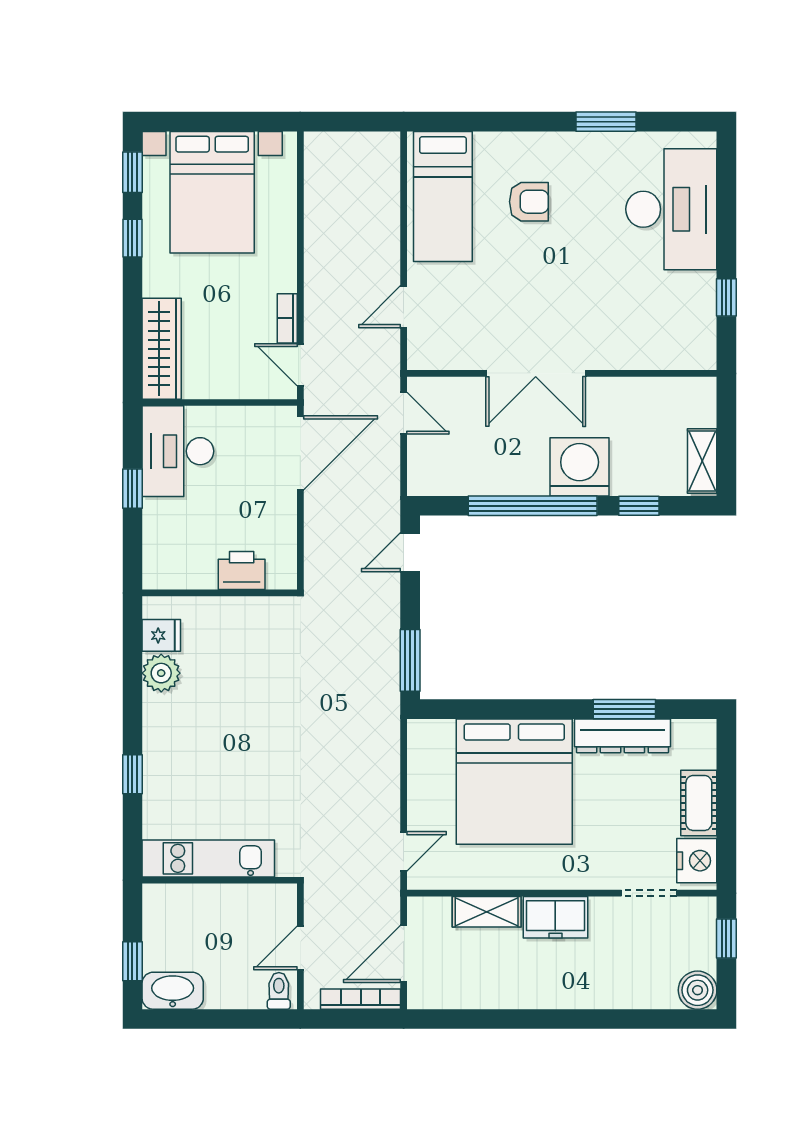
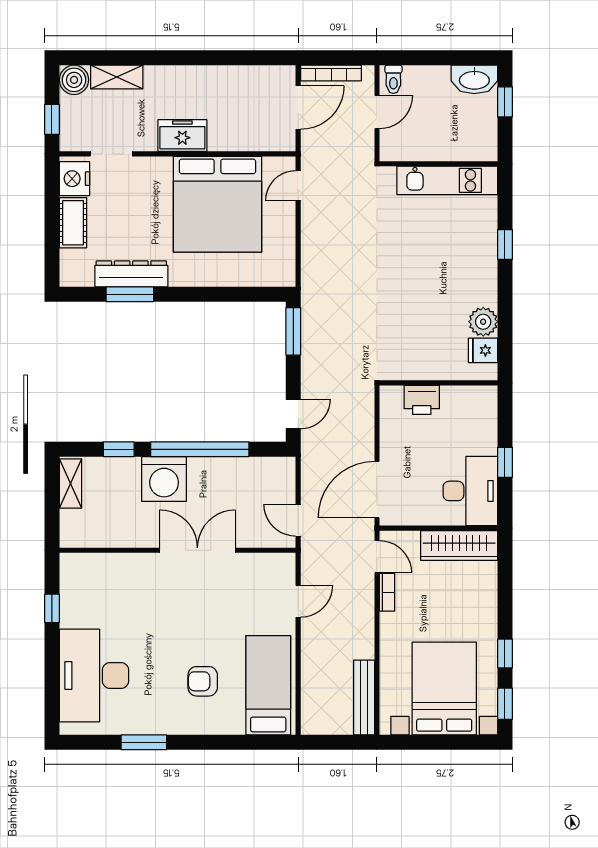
bench: (317, 180) -> (364, 697), added
wardrobe: (162, 349) -> (459, 545), moved, turned -90
bed: (514, 782) -> (217, 204), moved, turned 180
shelving: (487, 912) -> (117, 77), moved

